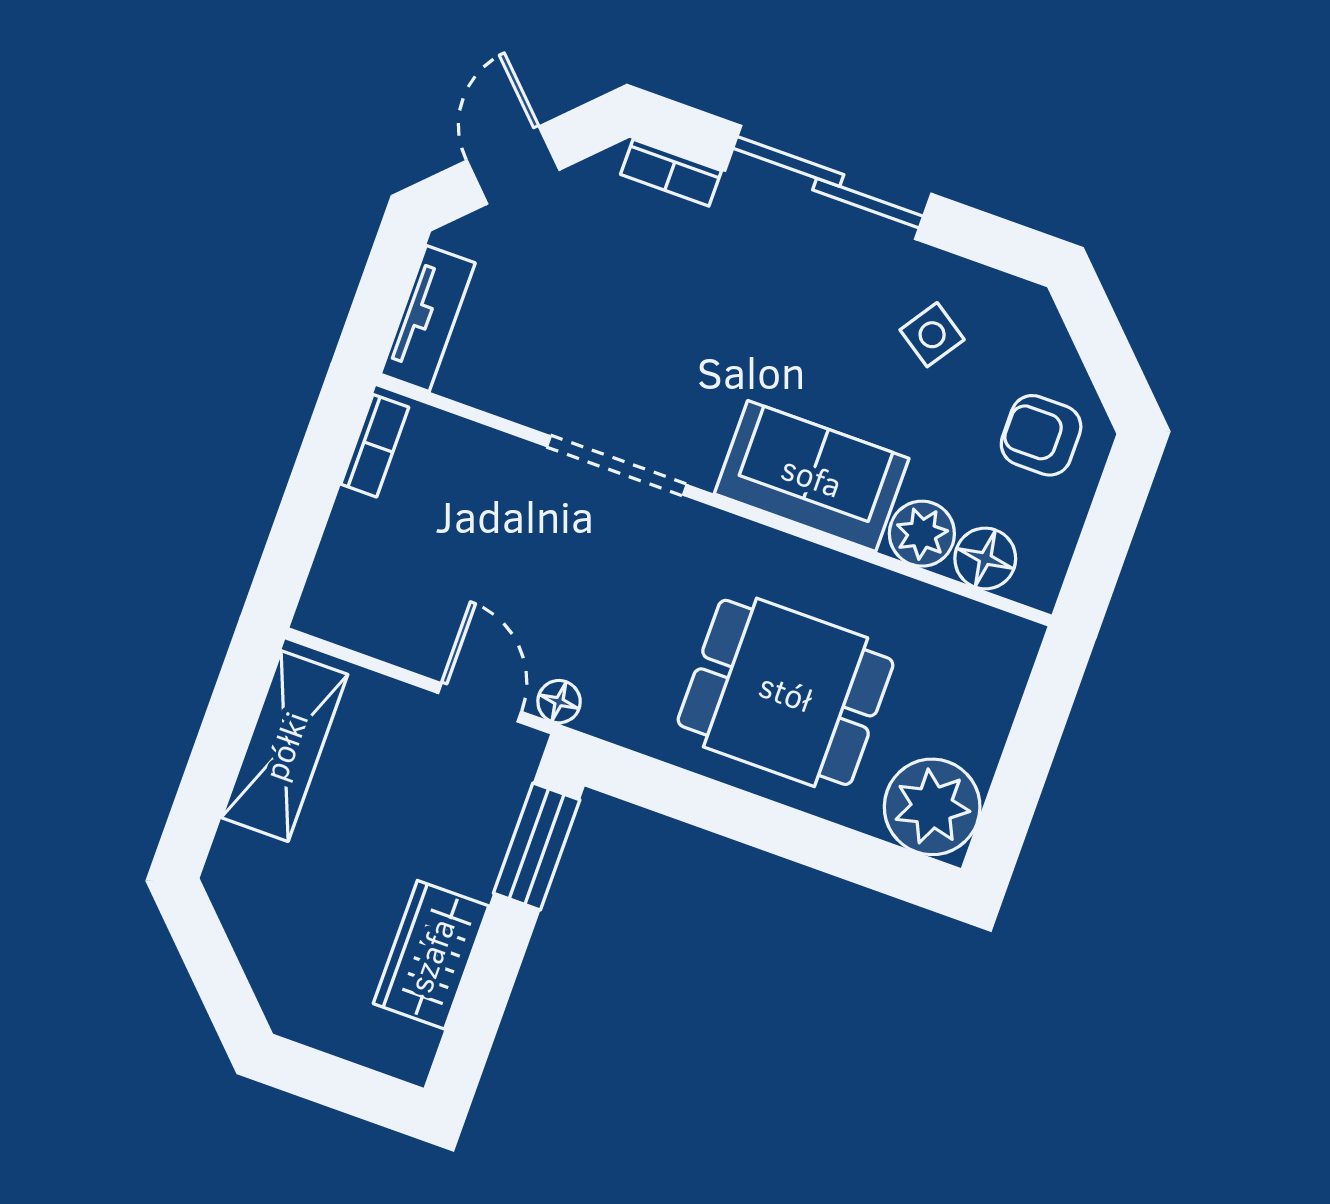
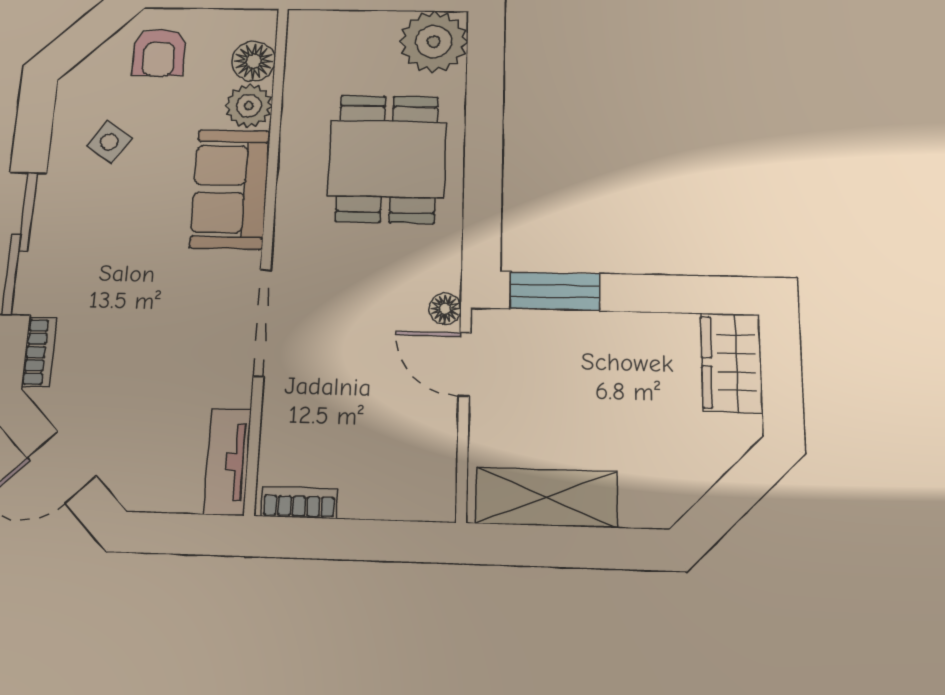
tv unit: (428, 319) -> (228, 462), moved, turned -90
door: (480, 702) -> (465, 365), hinge flipped
wardrobe: (431, 955) -> (731, 363), moved, turned 90

